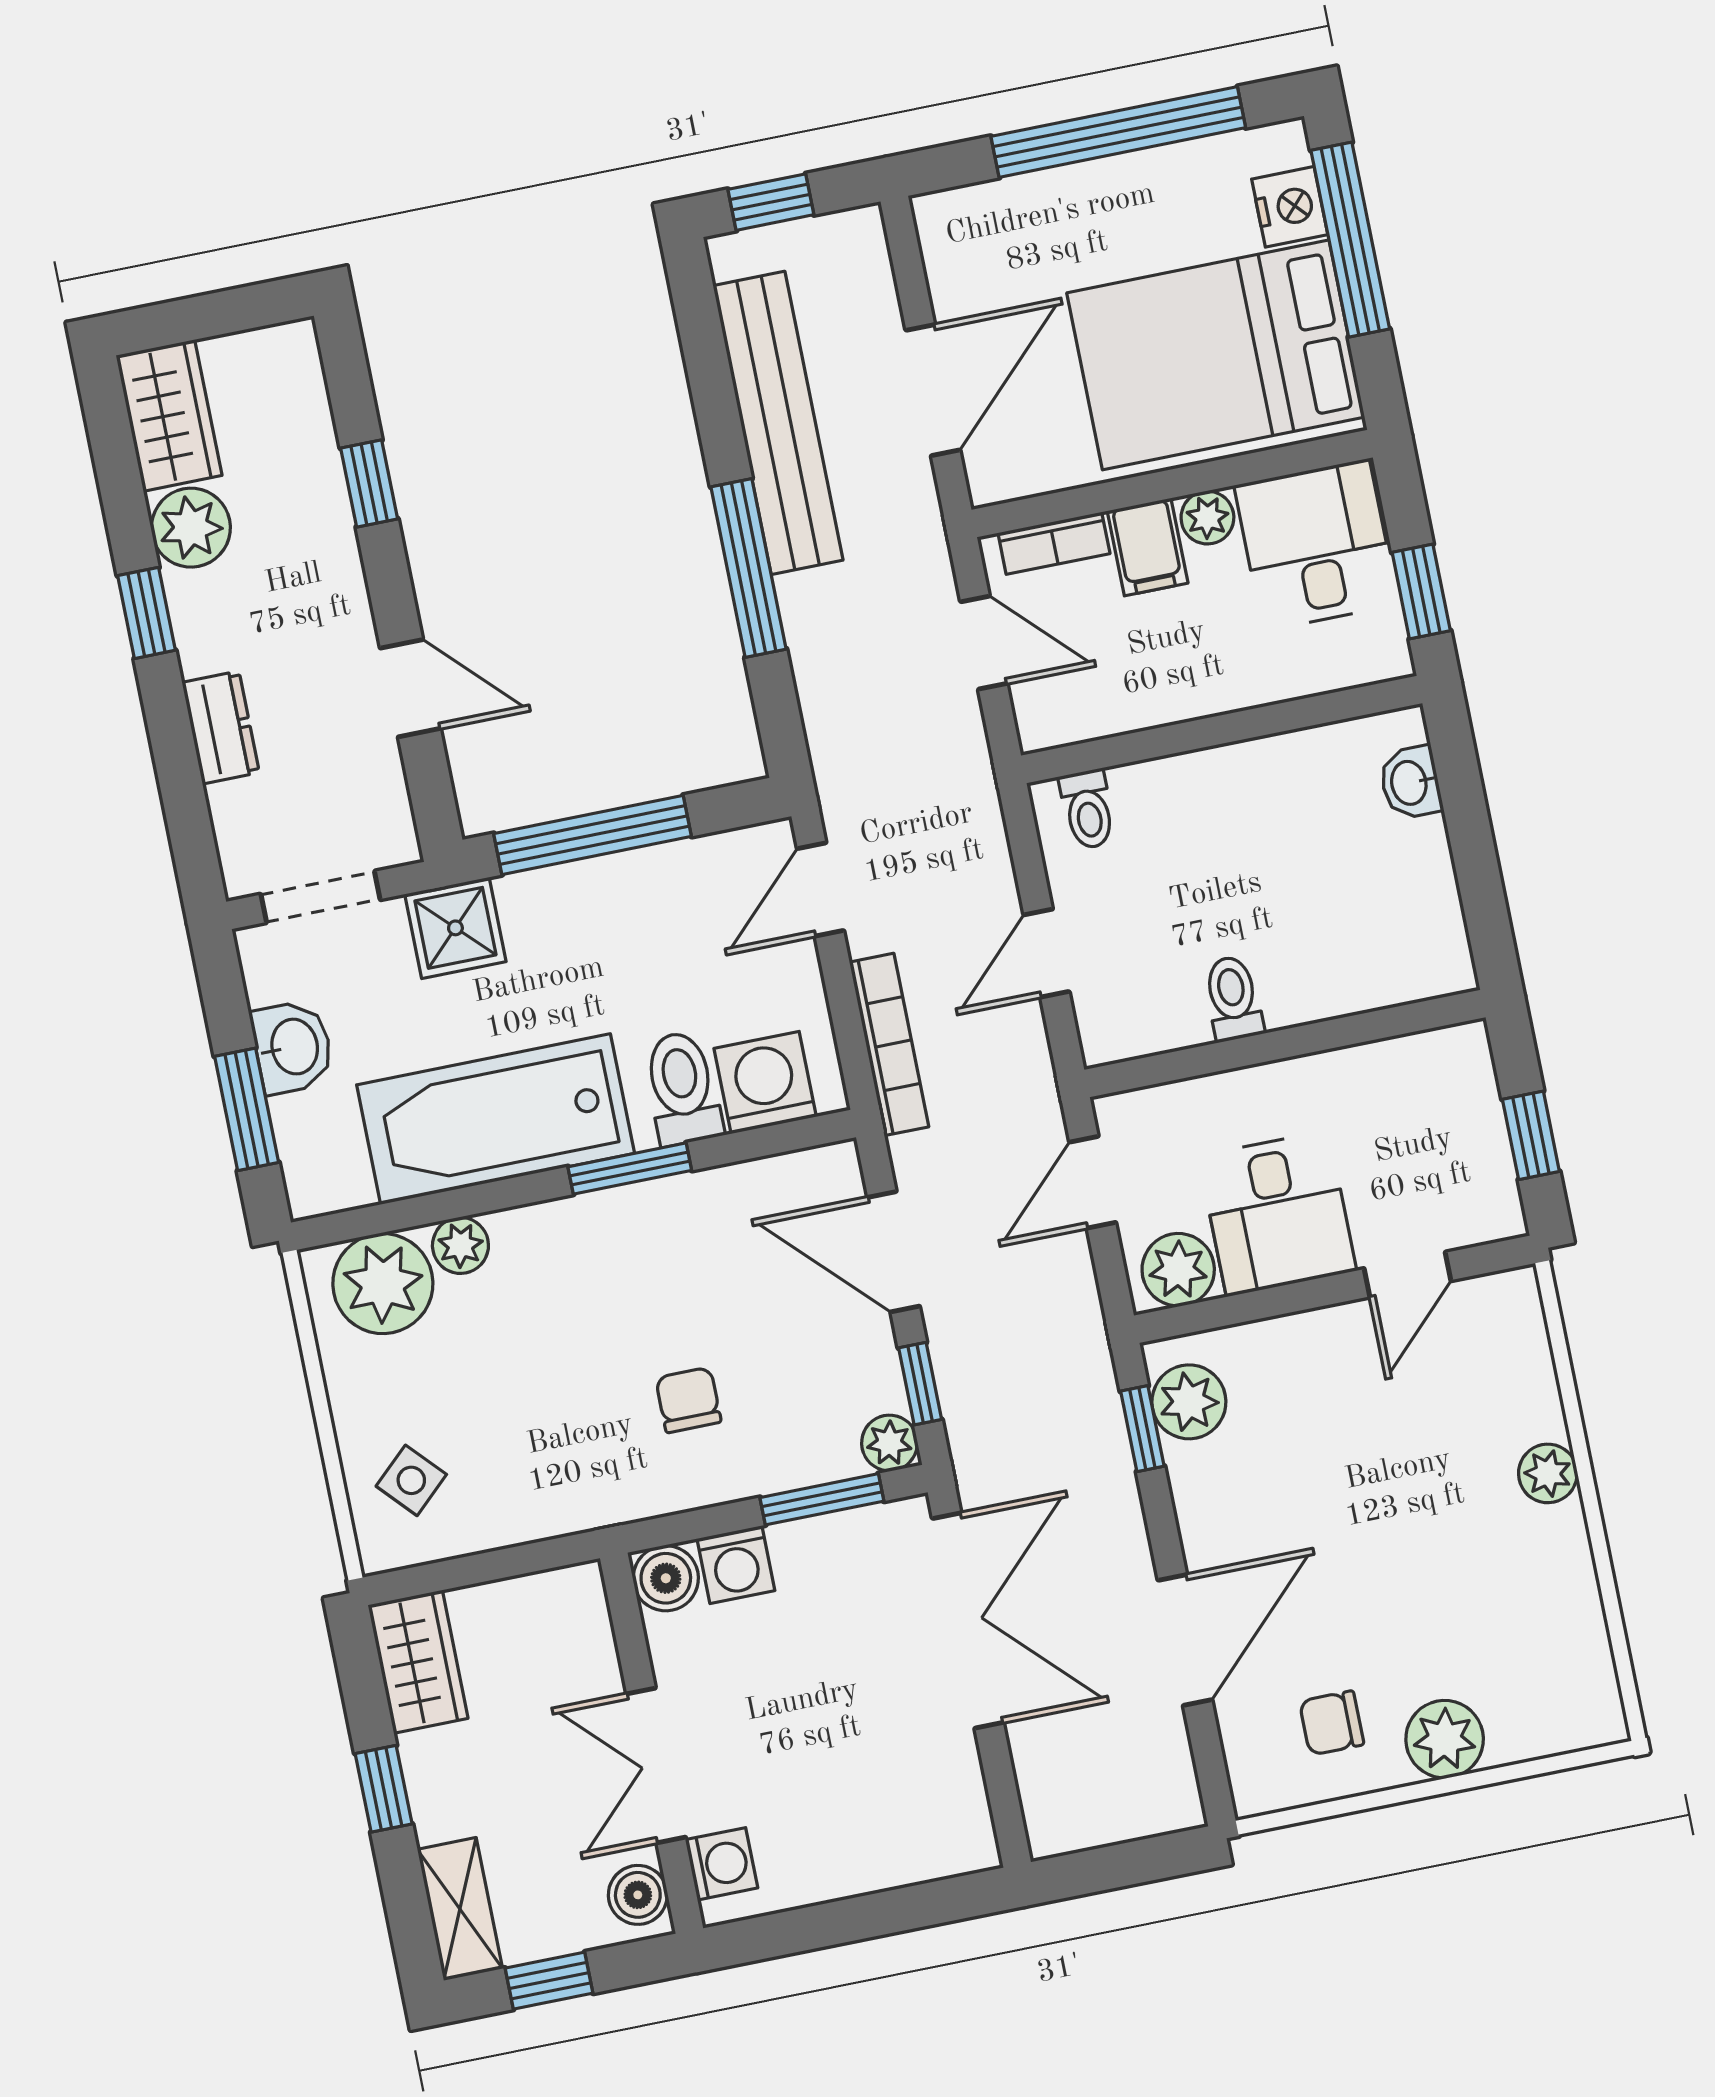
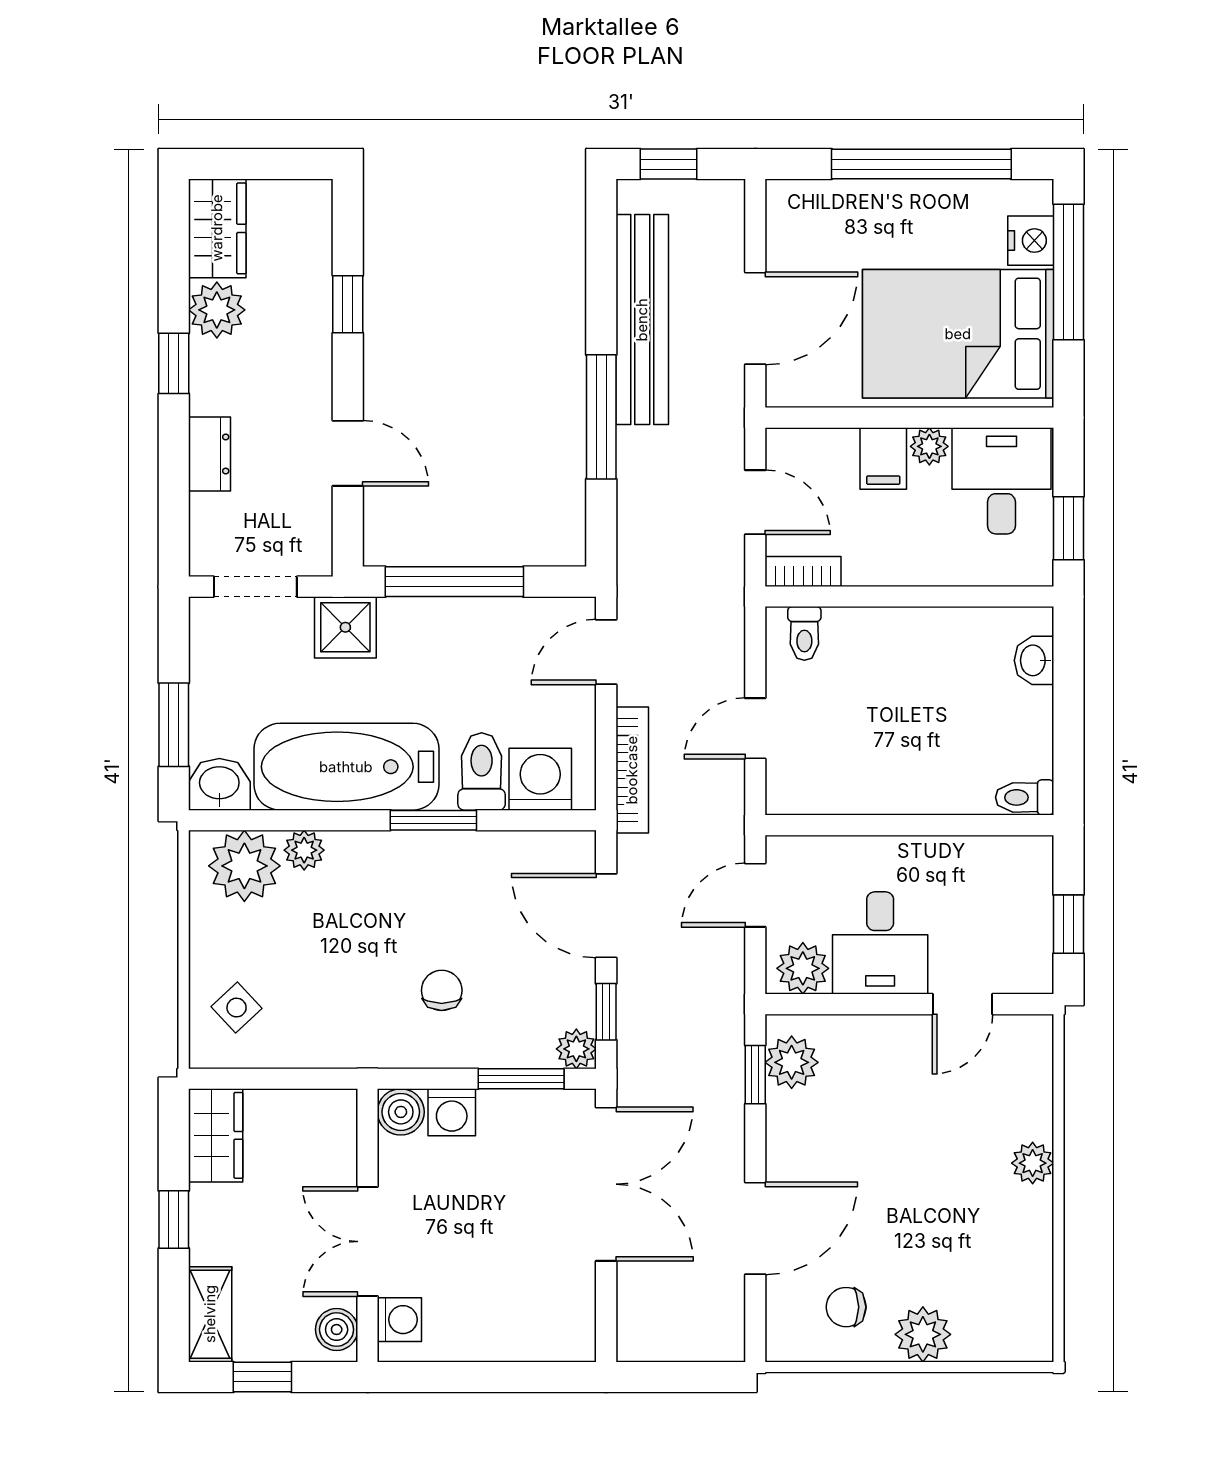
bookcase: (1054, 543) -> (803, 571), moved, turned 180
toilet: (1233, 998) -> (1025, 797), moved, turned -90
washbasin: (293, 1047) -> (219, 784), moved, turned -90

